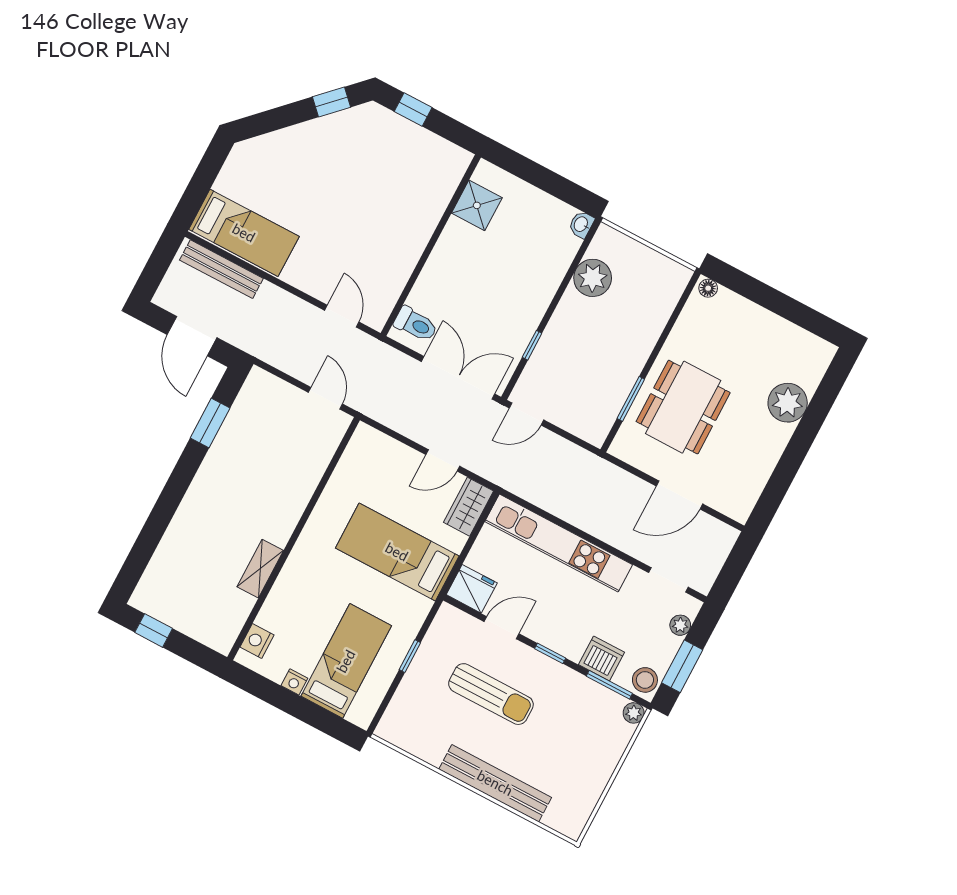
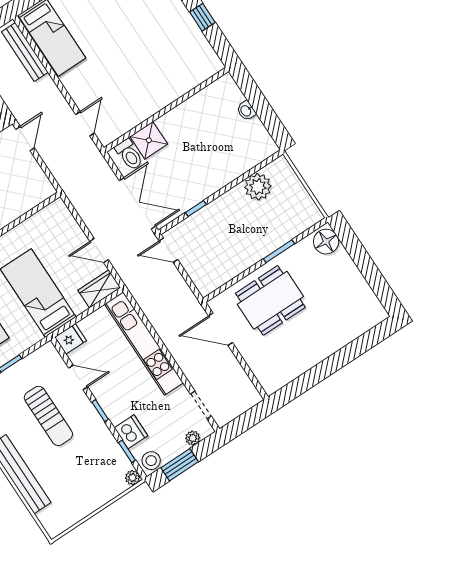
shower: (477, 205) -> (149, 140), moved
washbasin: (581, 224) -> (246, 111), moved, turned -90
floor lamp: (708, 288) -> (326, 242), width x1.89, depth x1.89
door: (325, 398) -> (25, 139), moved
window: (631, 399) -> (279, 251), moved
plant: (788, 403) -> (338, 334), removed
door: (680, 495) -> (221, 329), moved
fridge: (472, 589) -> (71, 339), width x0.72
window: (609, 685) -> (127, 451), width x0.67

